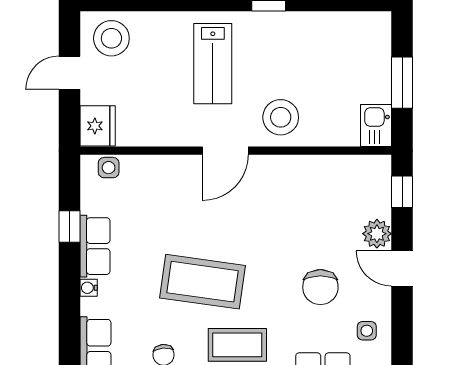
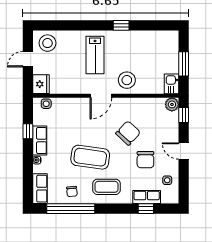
chair: (283, 230) -> (128, 133), added
plant: (377, 234) -> (172, 104), moved

